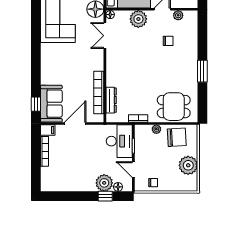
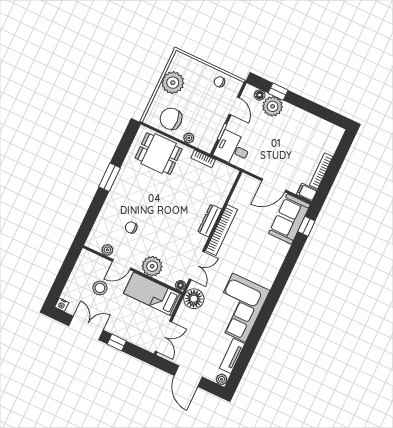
bookcase: (99, 92) -> (222, 230), moved
dresser: (111, 100) -> (210, 221), moved
desk: (119, 141) -> (233, 149), width x0.73

